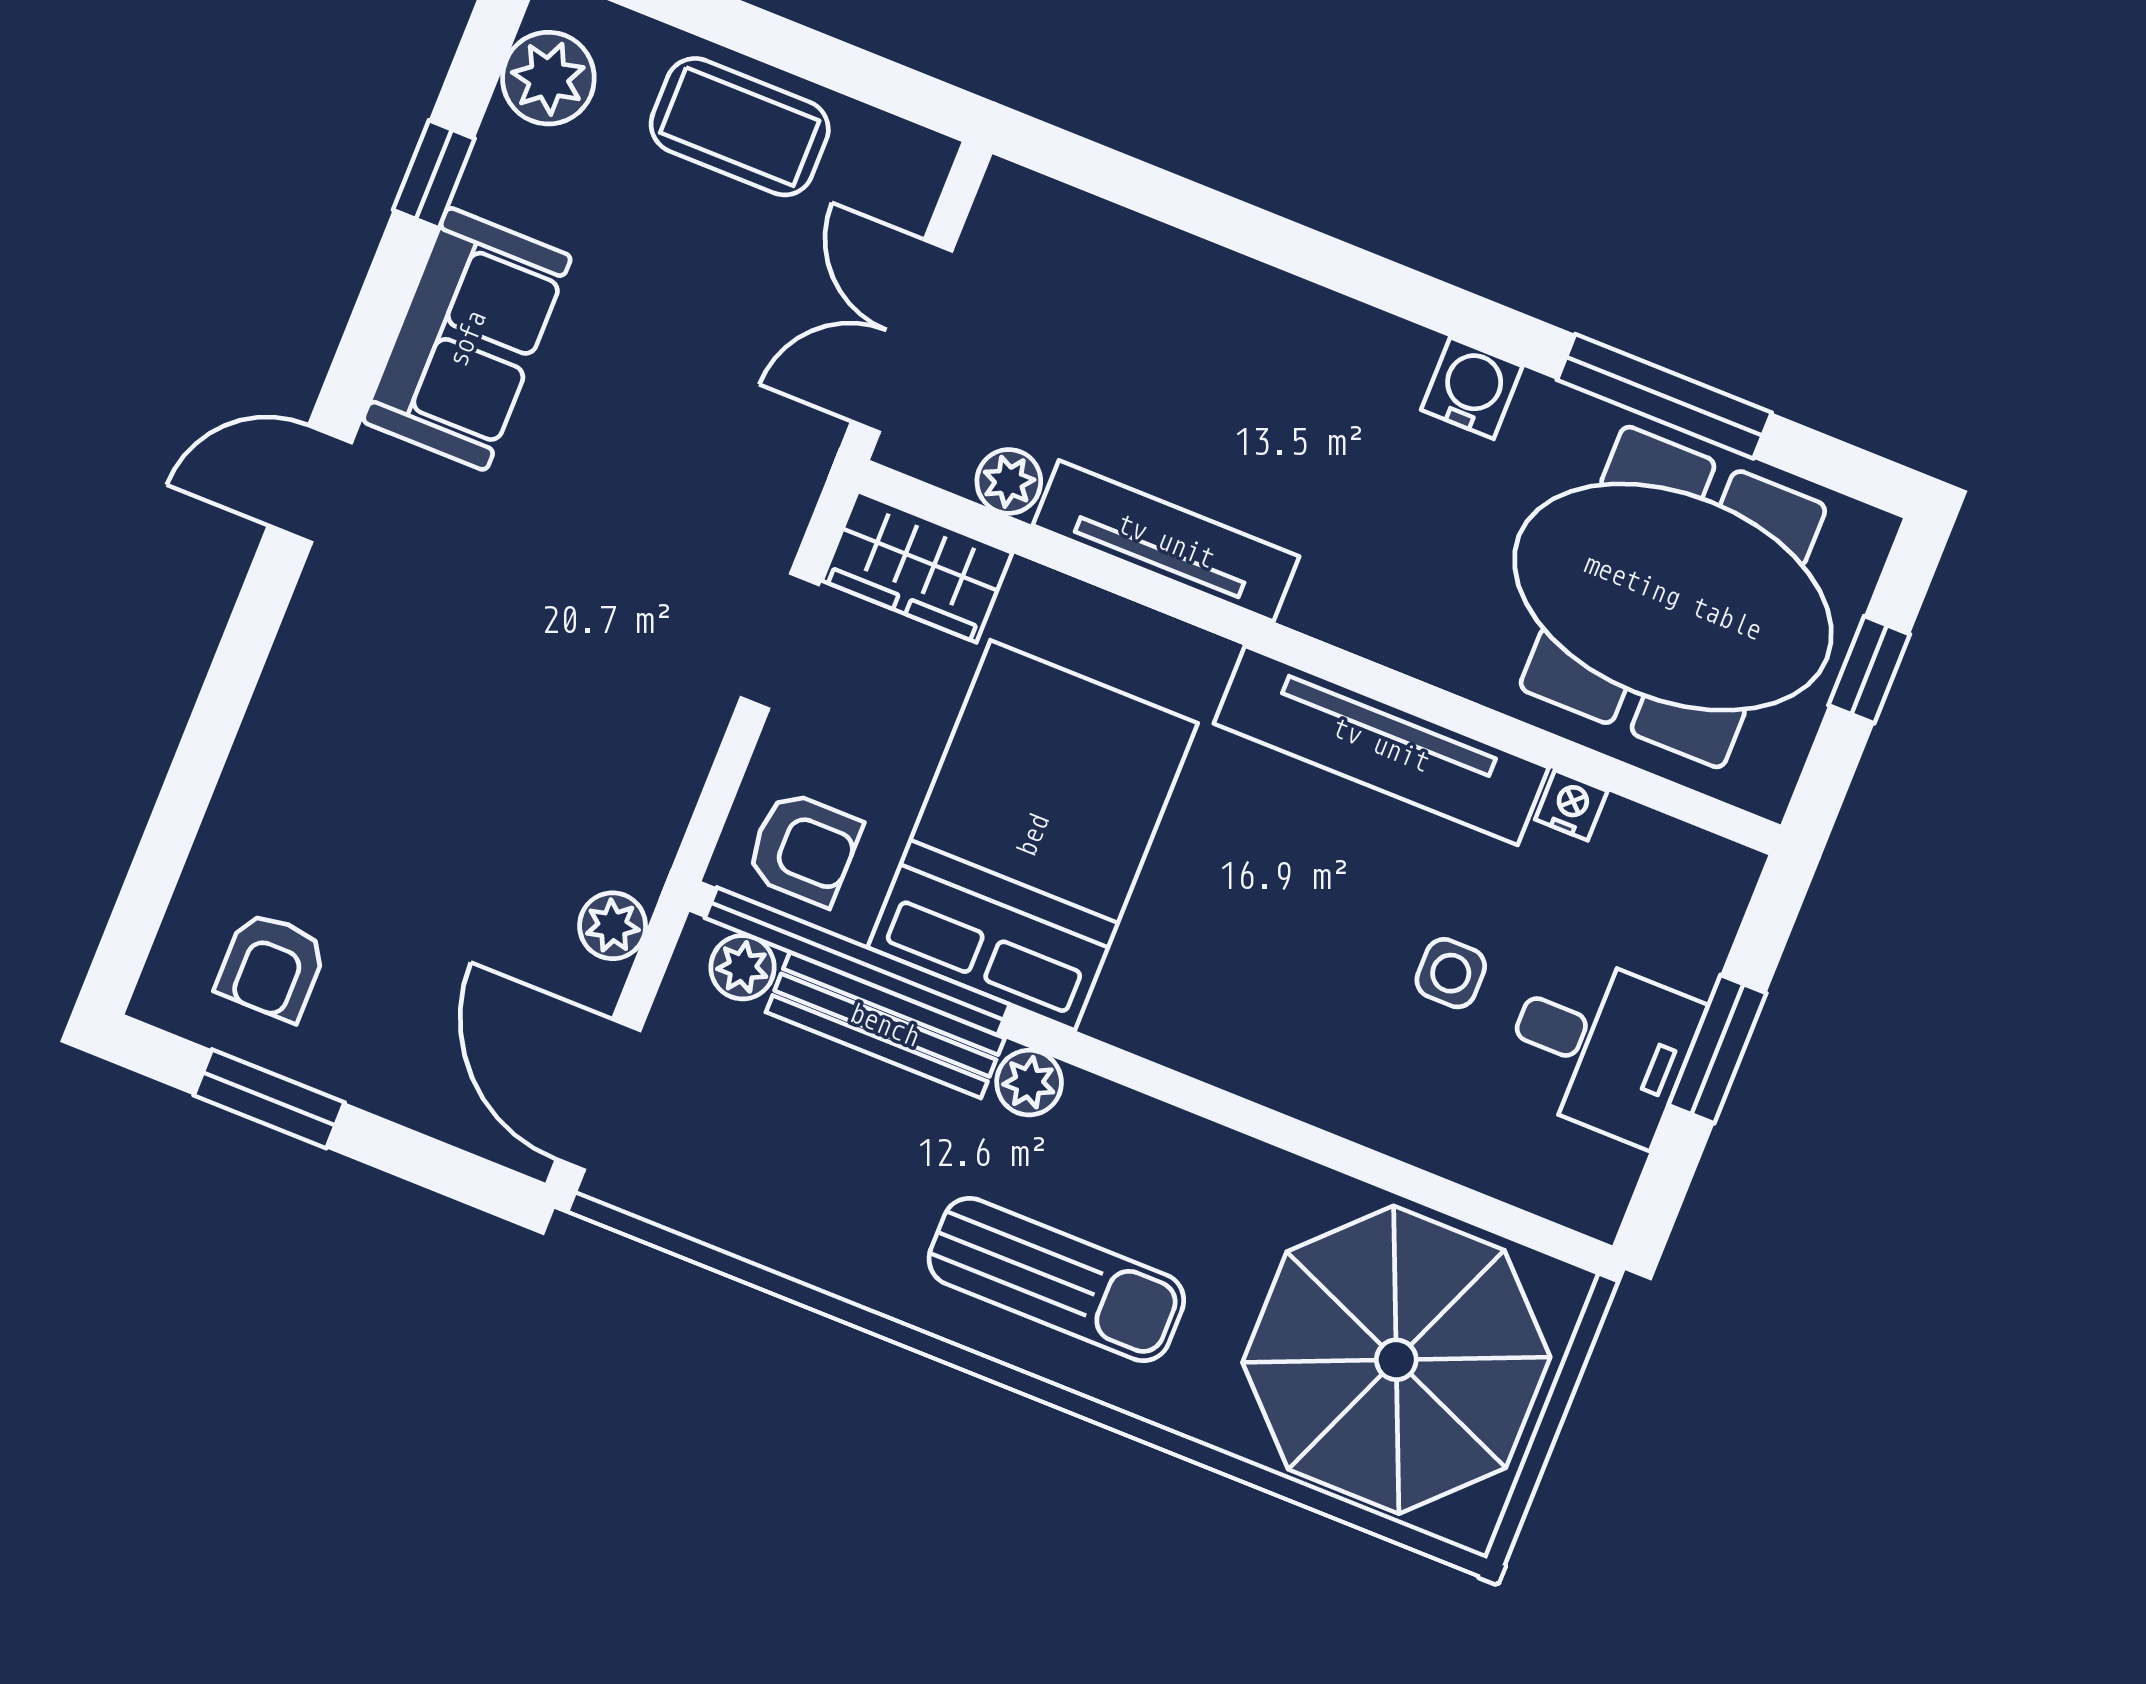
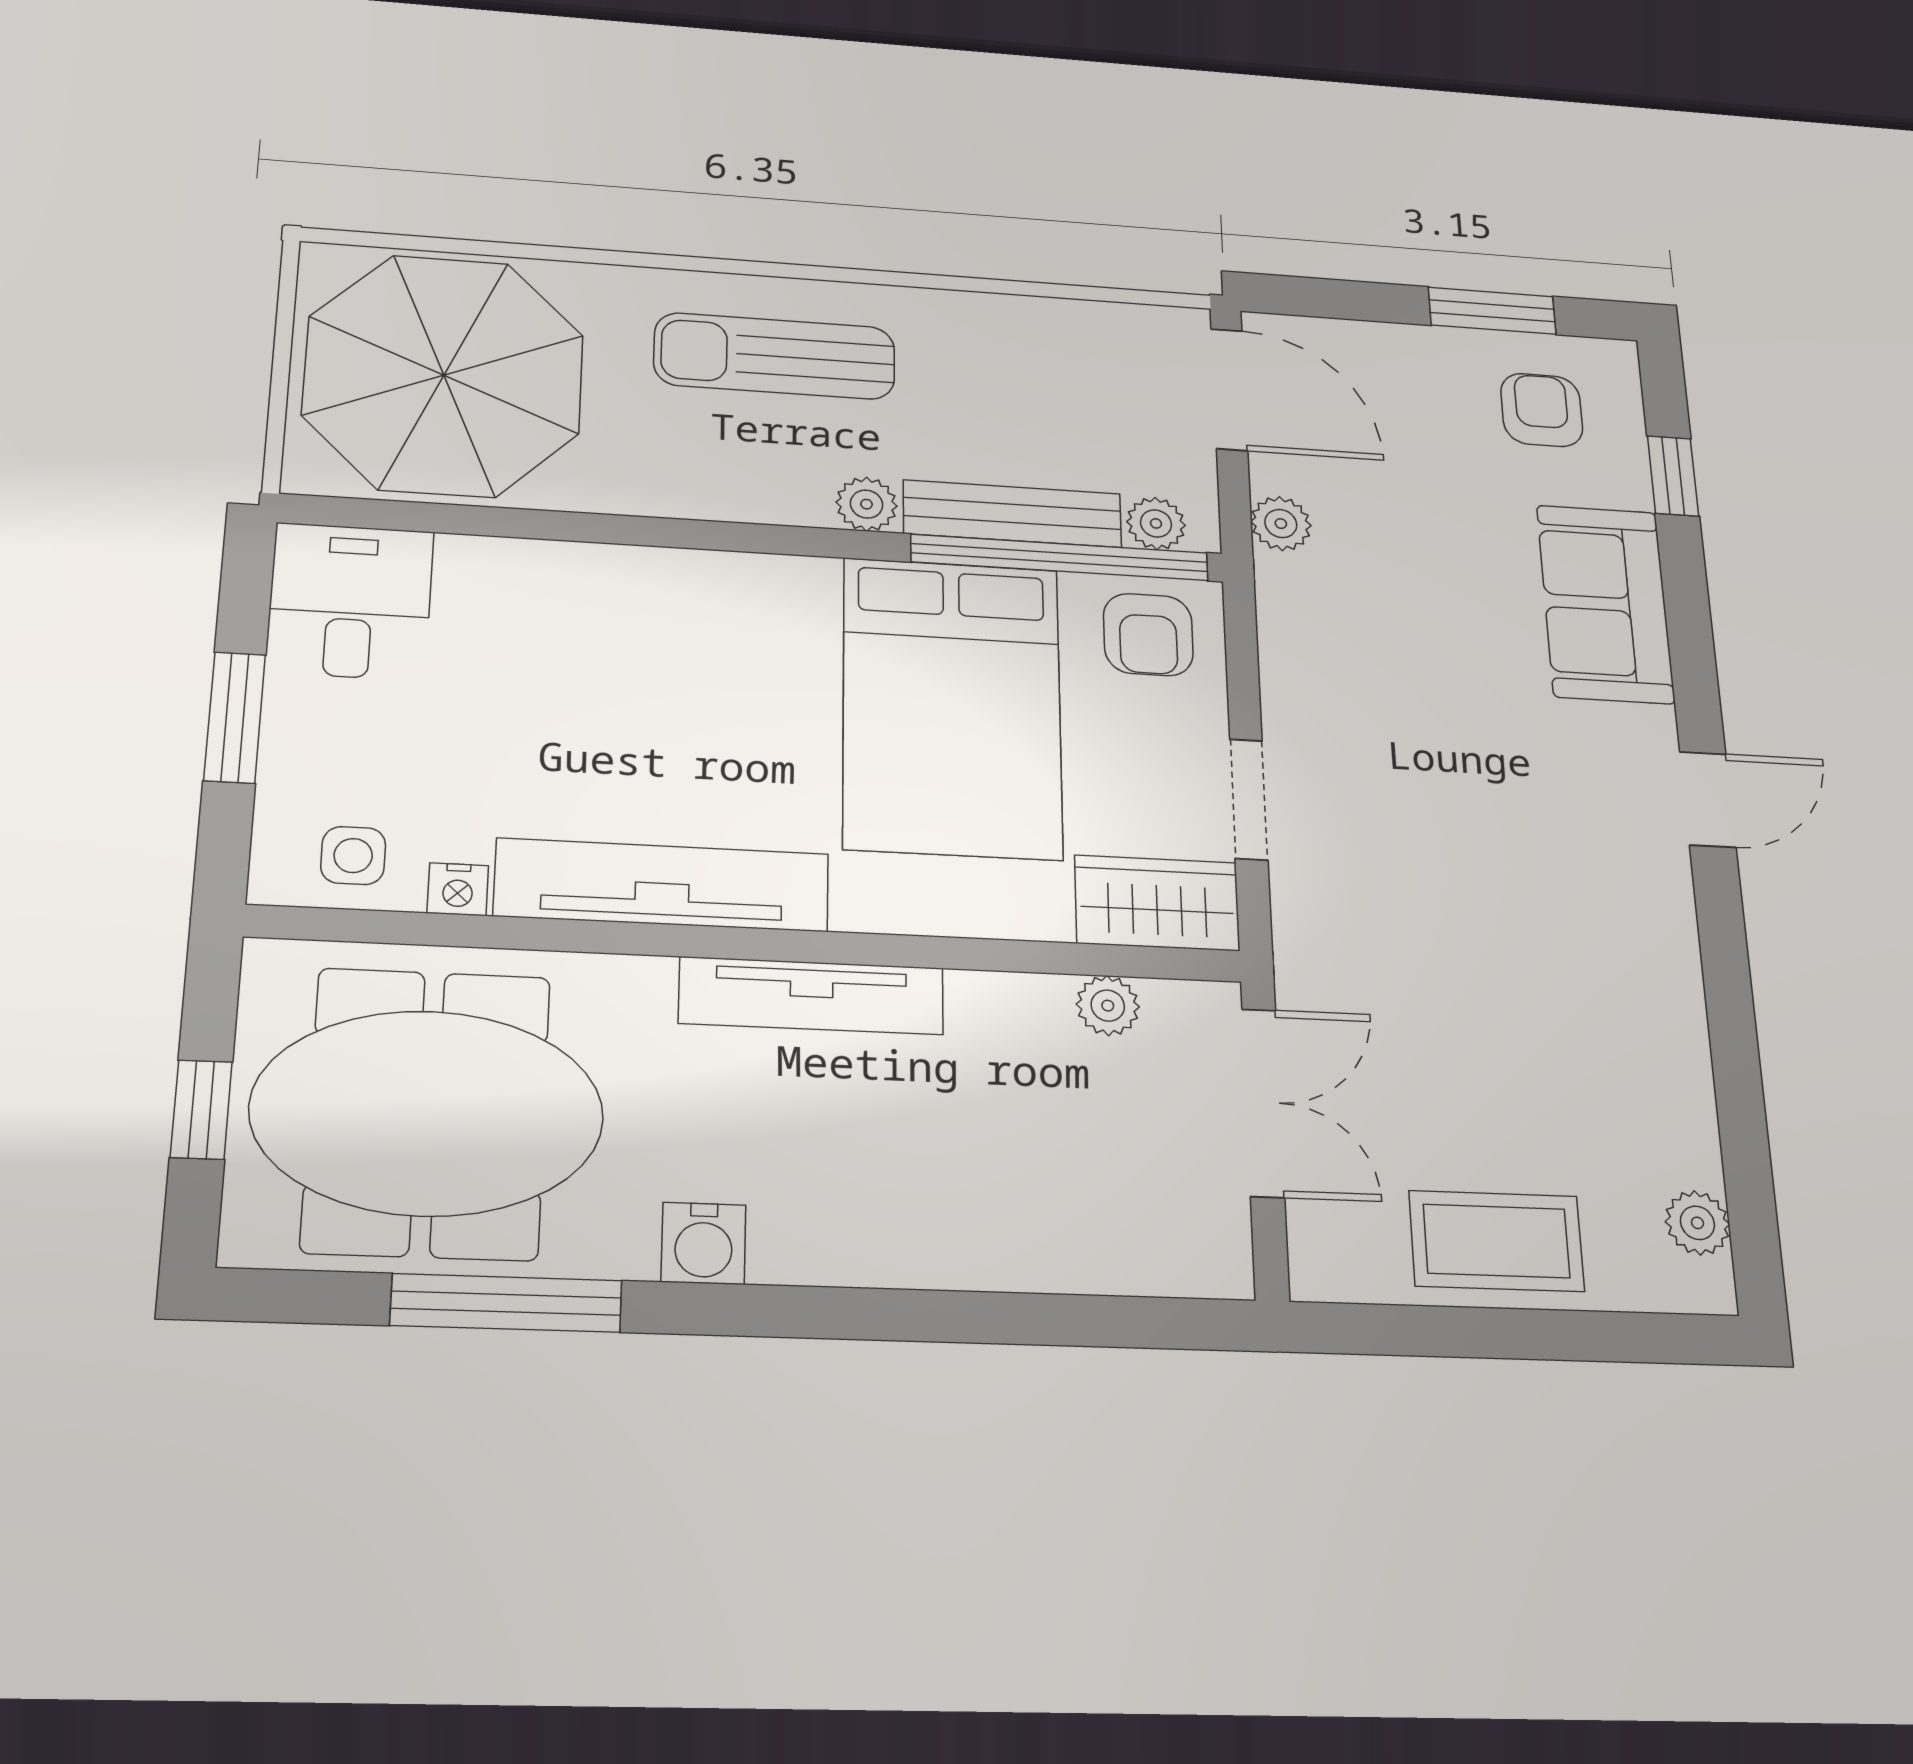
plant: (548, 78) -> (1697, 1223), width x0.73, depth x0.73
window: (434, 174) -> (1673, 476), moved
sofa: (467, 339) -> (1605, 604), moved
tv unit: (1166, 541) -> (812, 996), moved
armchair: (804, 848) -> (1148, 635), turned -90
side table: (1451, 973) -> (353, 856), moved
desk: (1600, 1047) -> (350, 601), moved, turned 90

